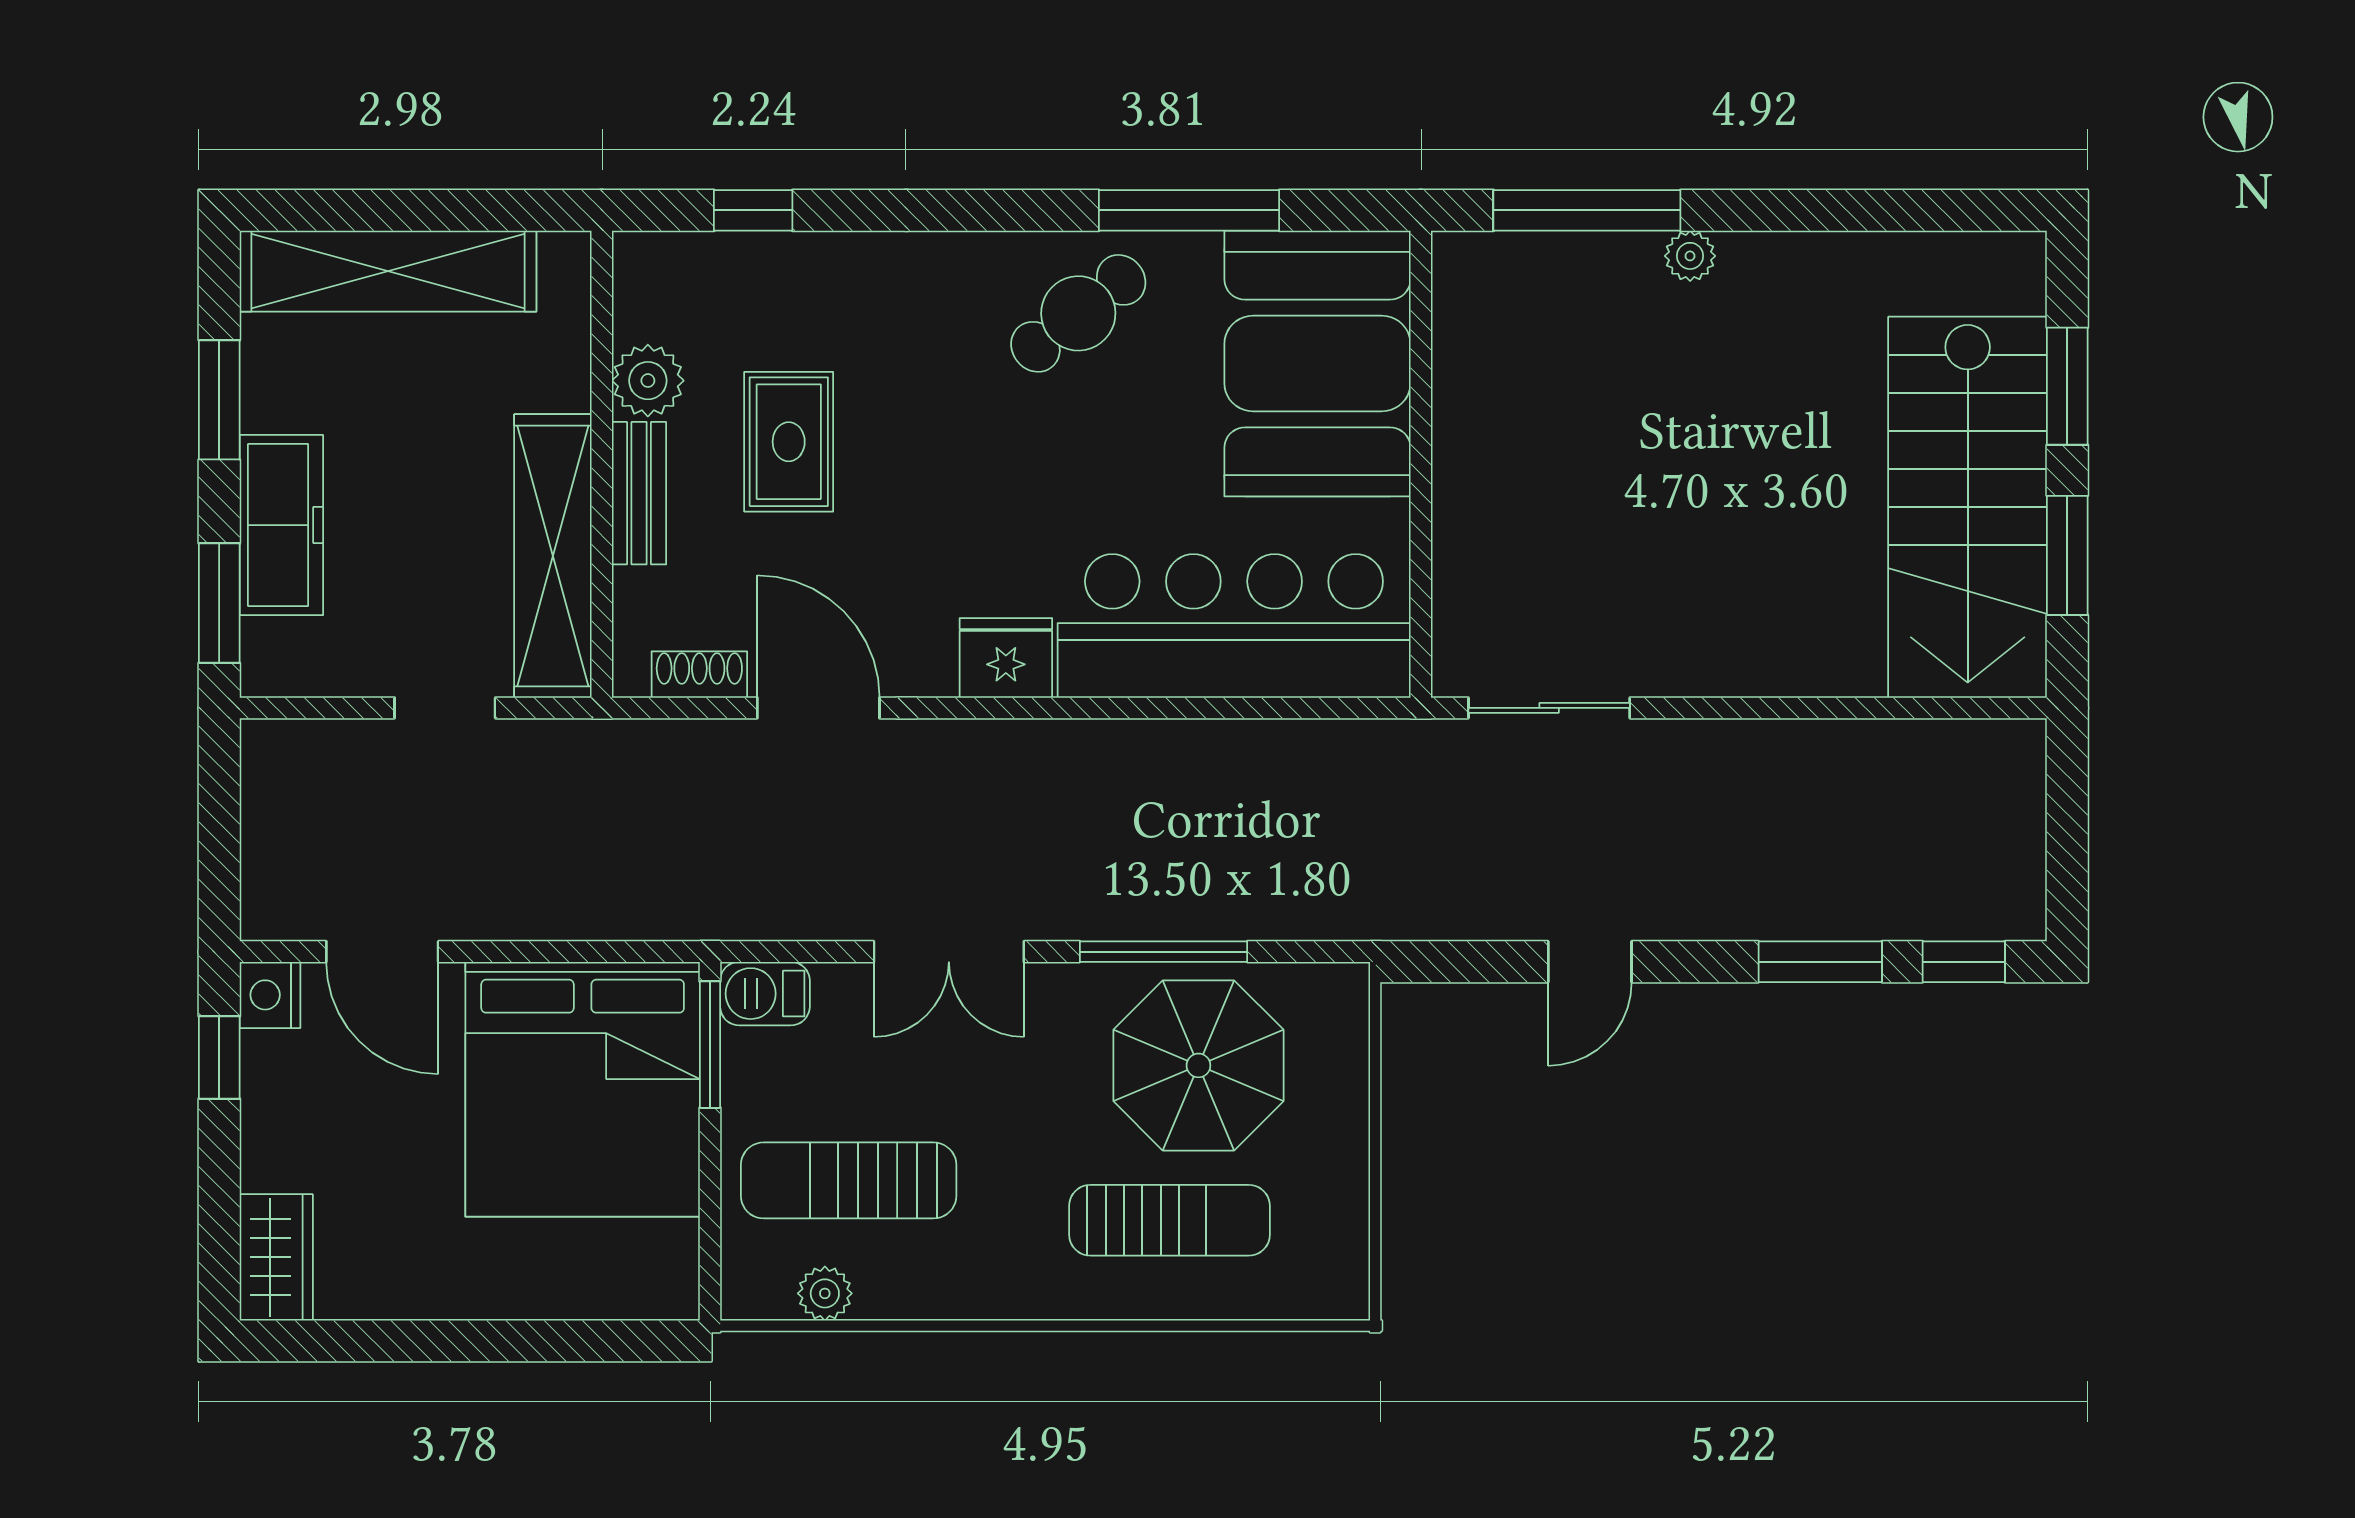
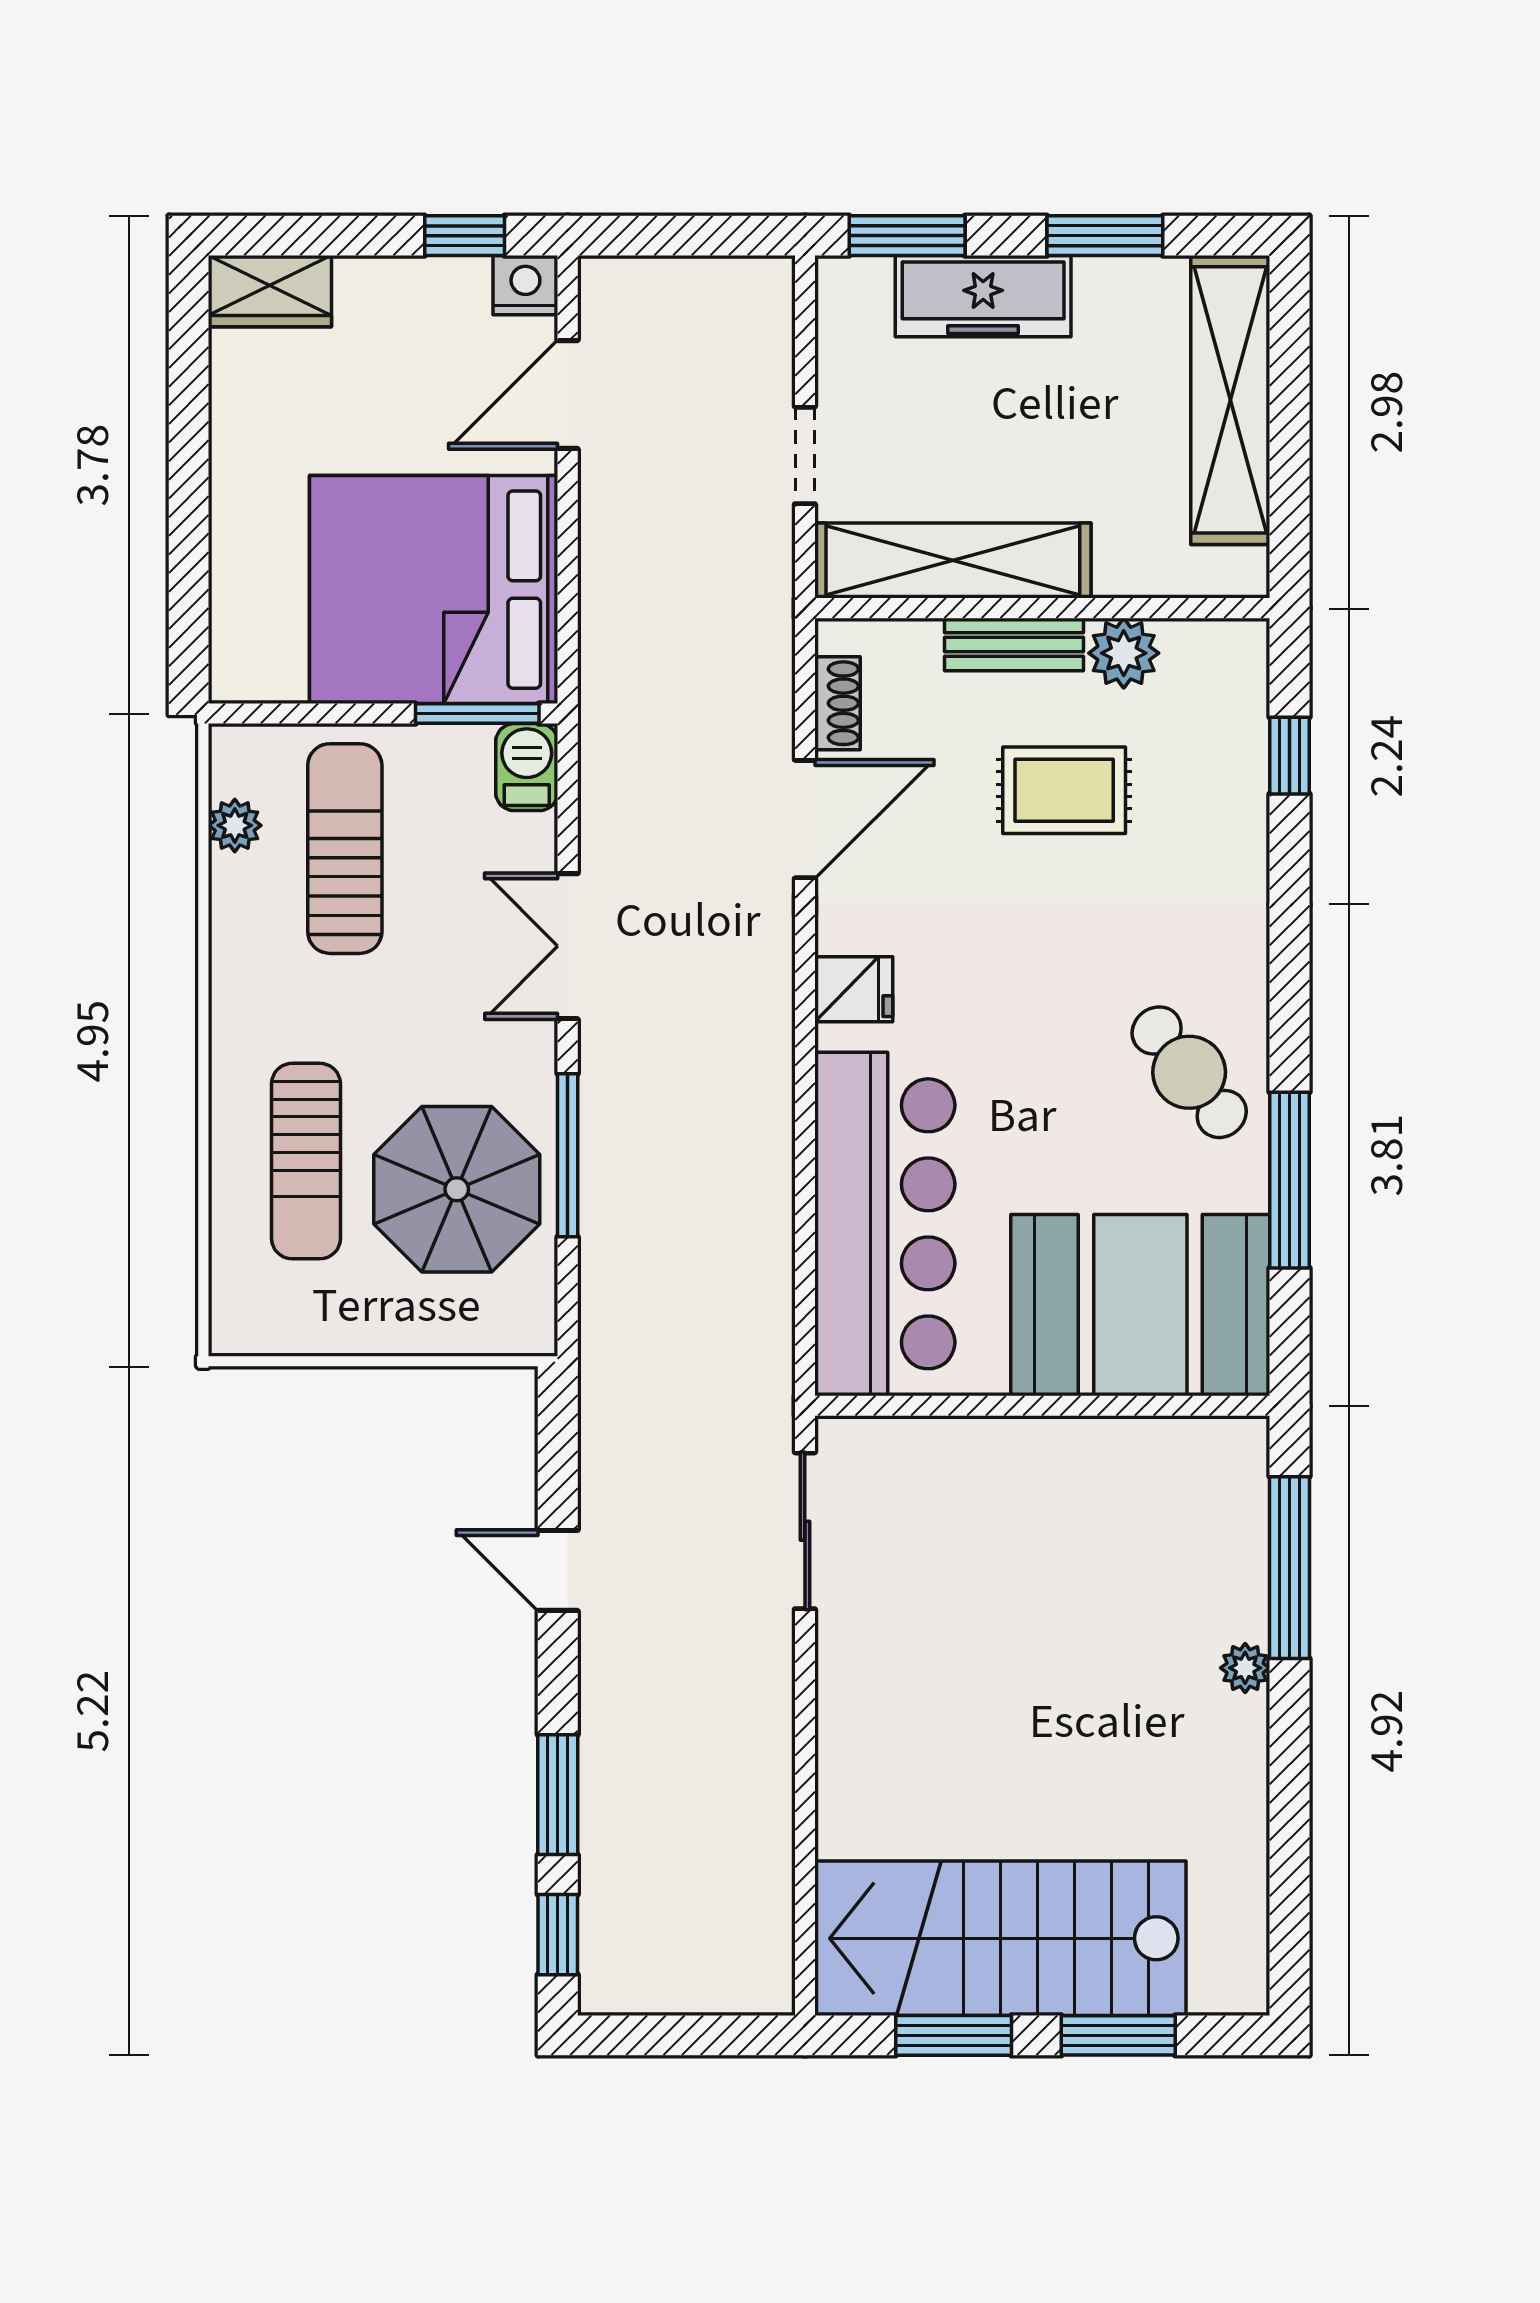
fridge: (1006, 658) -> (854, 989), width x0.72

